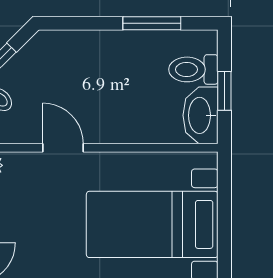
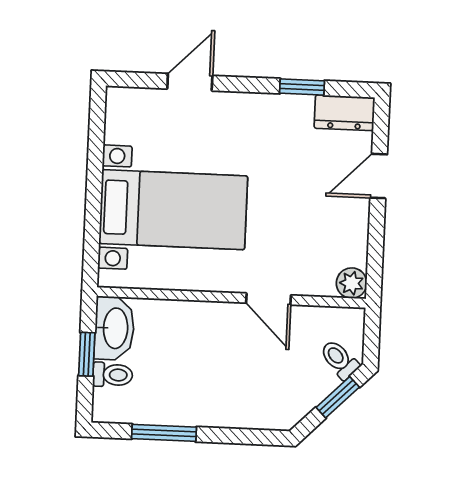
toilet: (193, 69) -> (113, 375), width x0.73, depth x0.72

